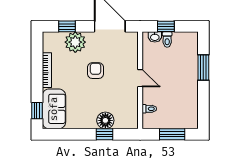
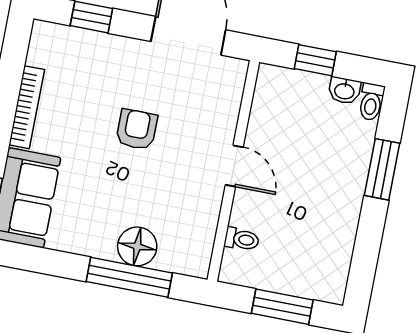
washbasin: (155, 37) -> (344, 91), moved
toilet: (167, 40) -> (371, 102), moved
plant: (75, 42) -> (103, 56), removed
window: (104, 134) -> (129, 277), width x2.17

